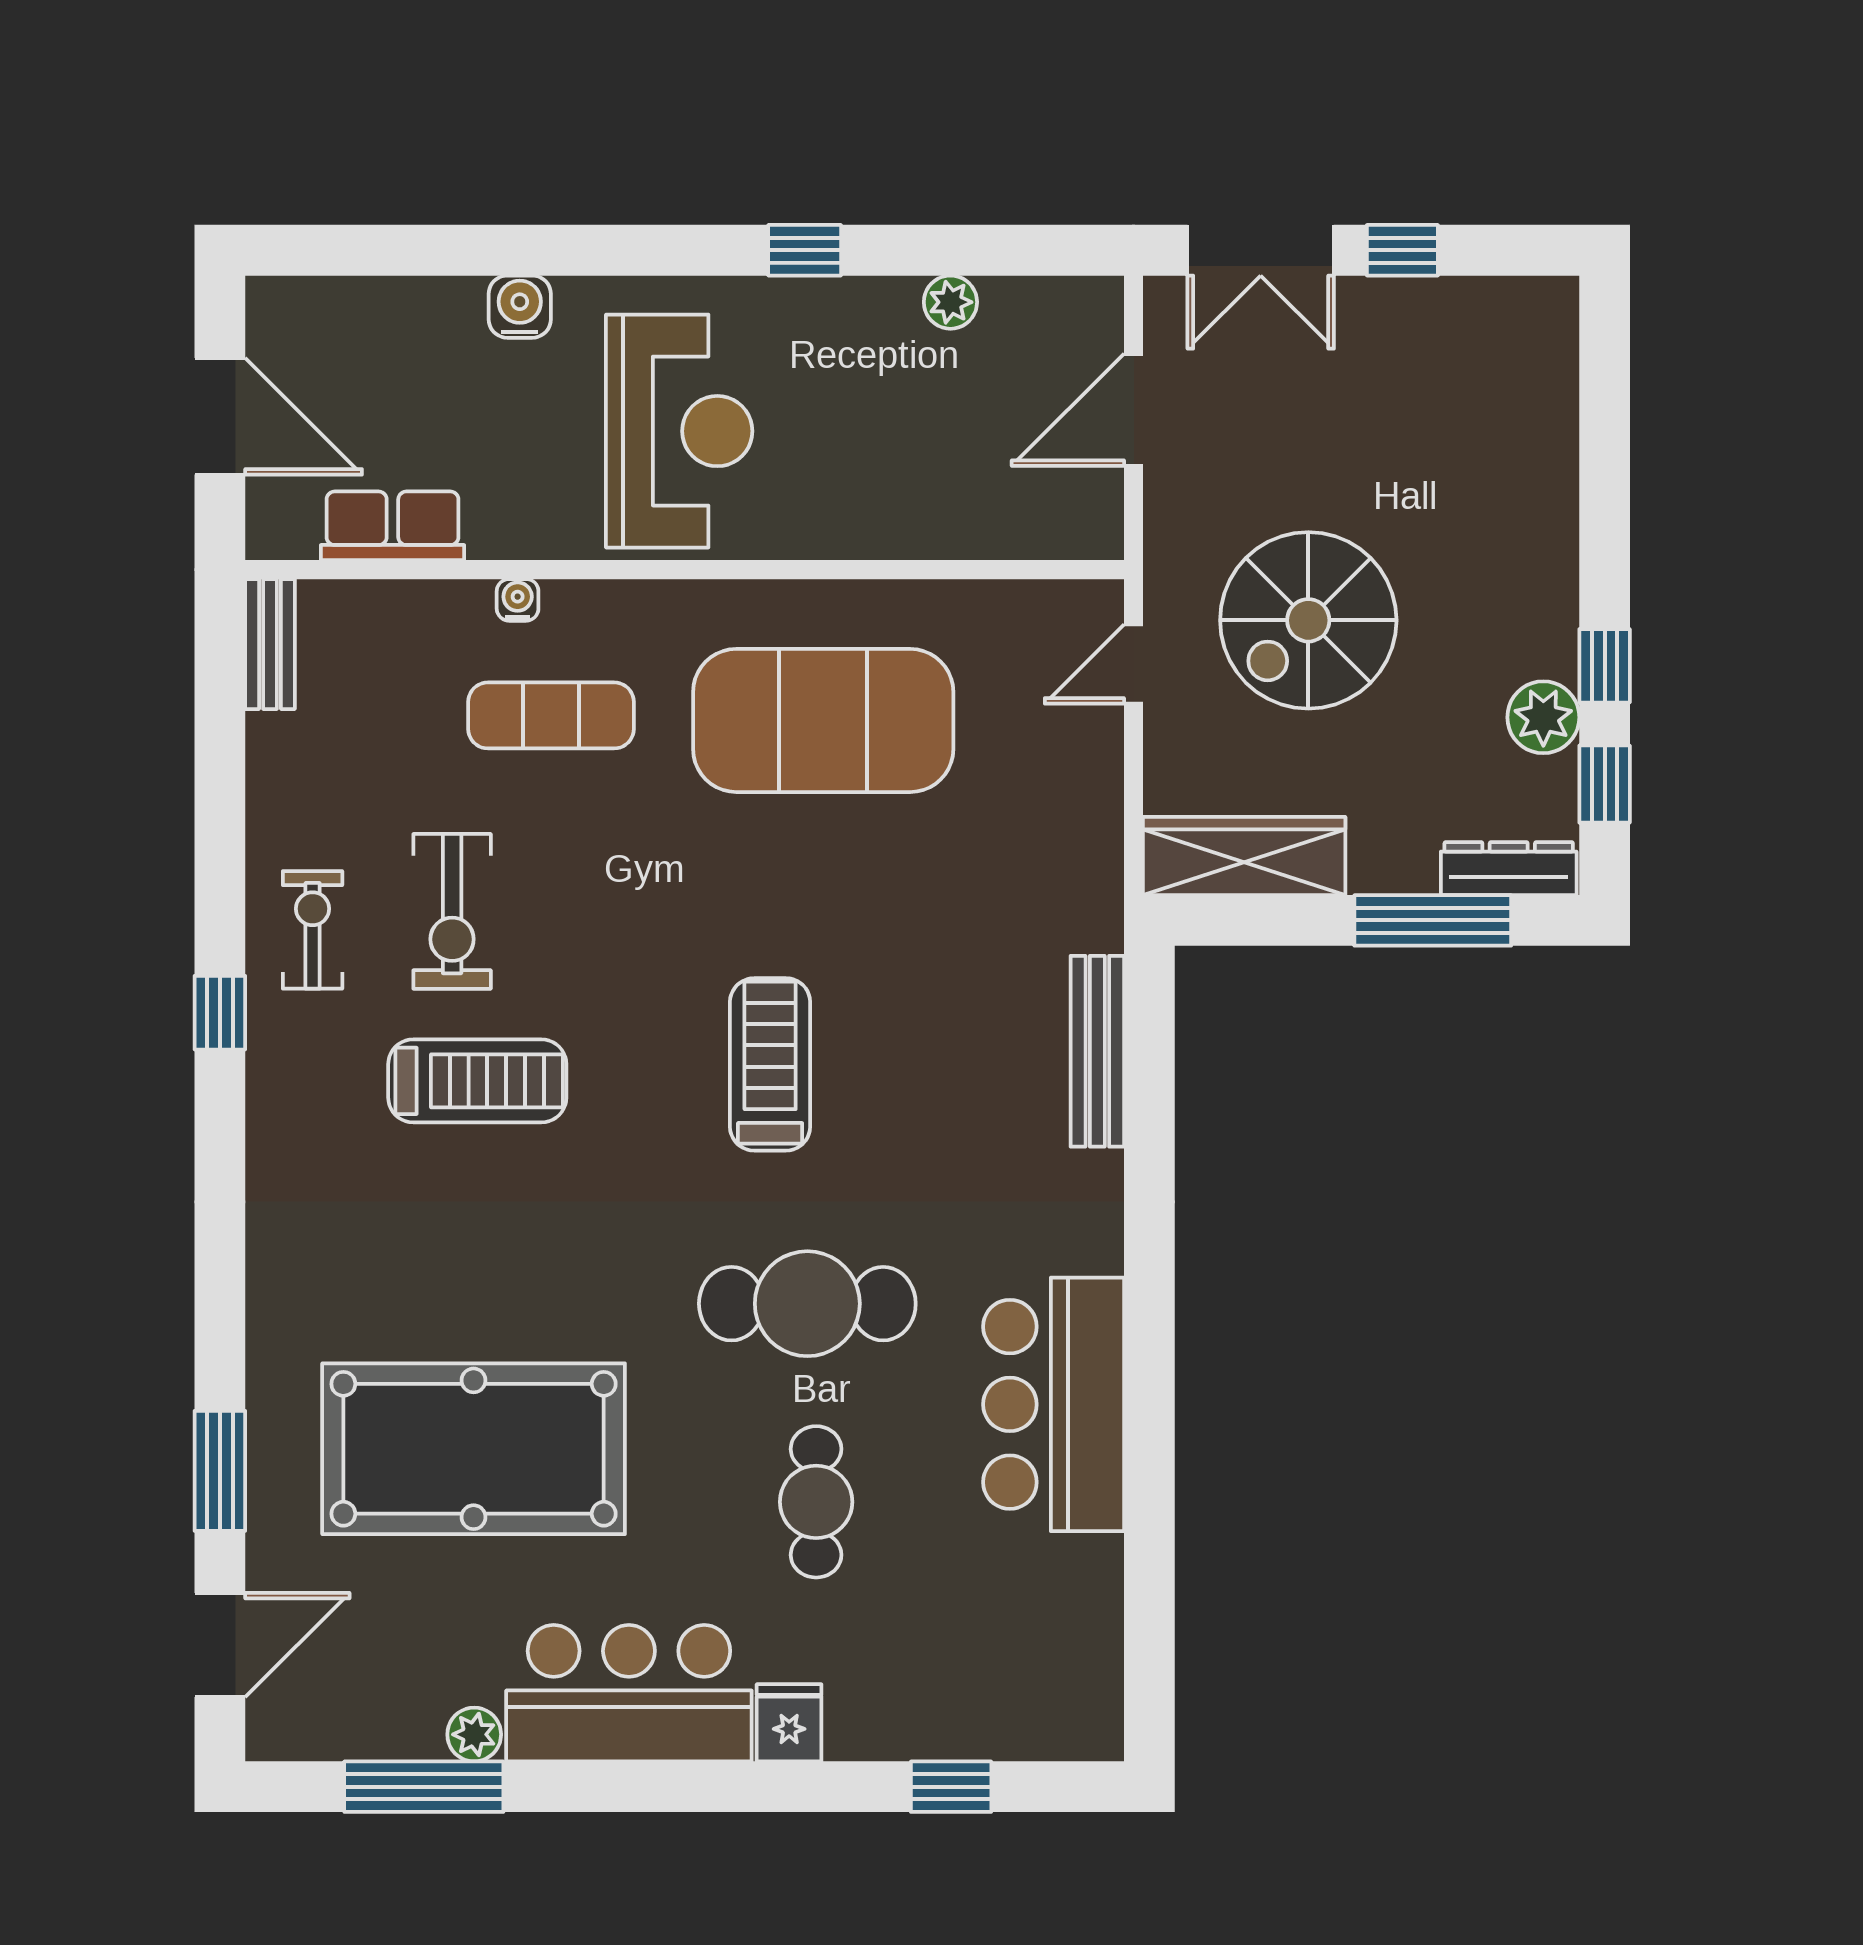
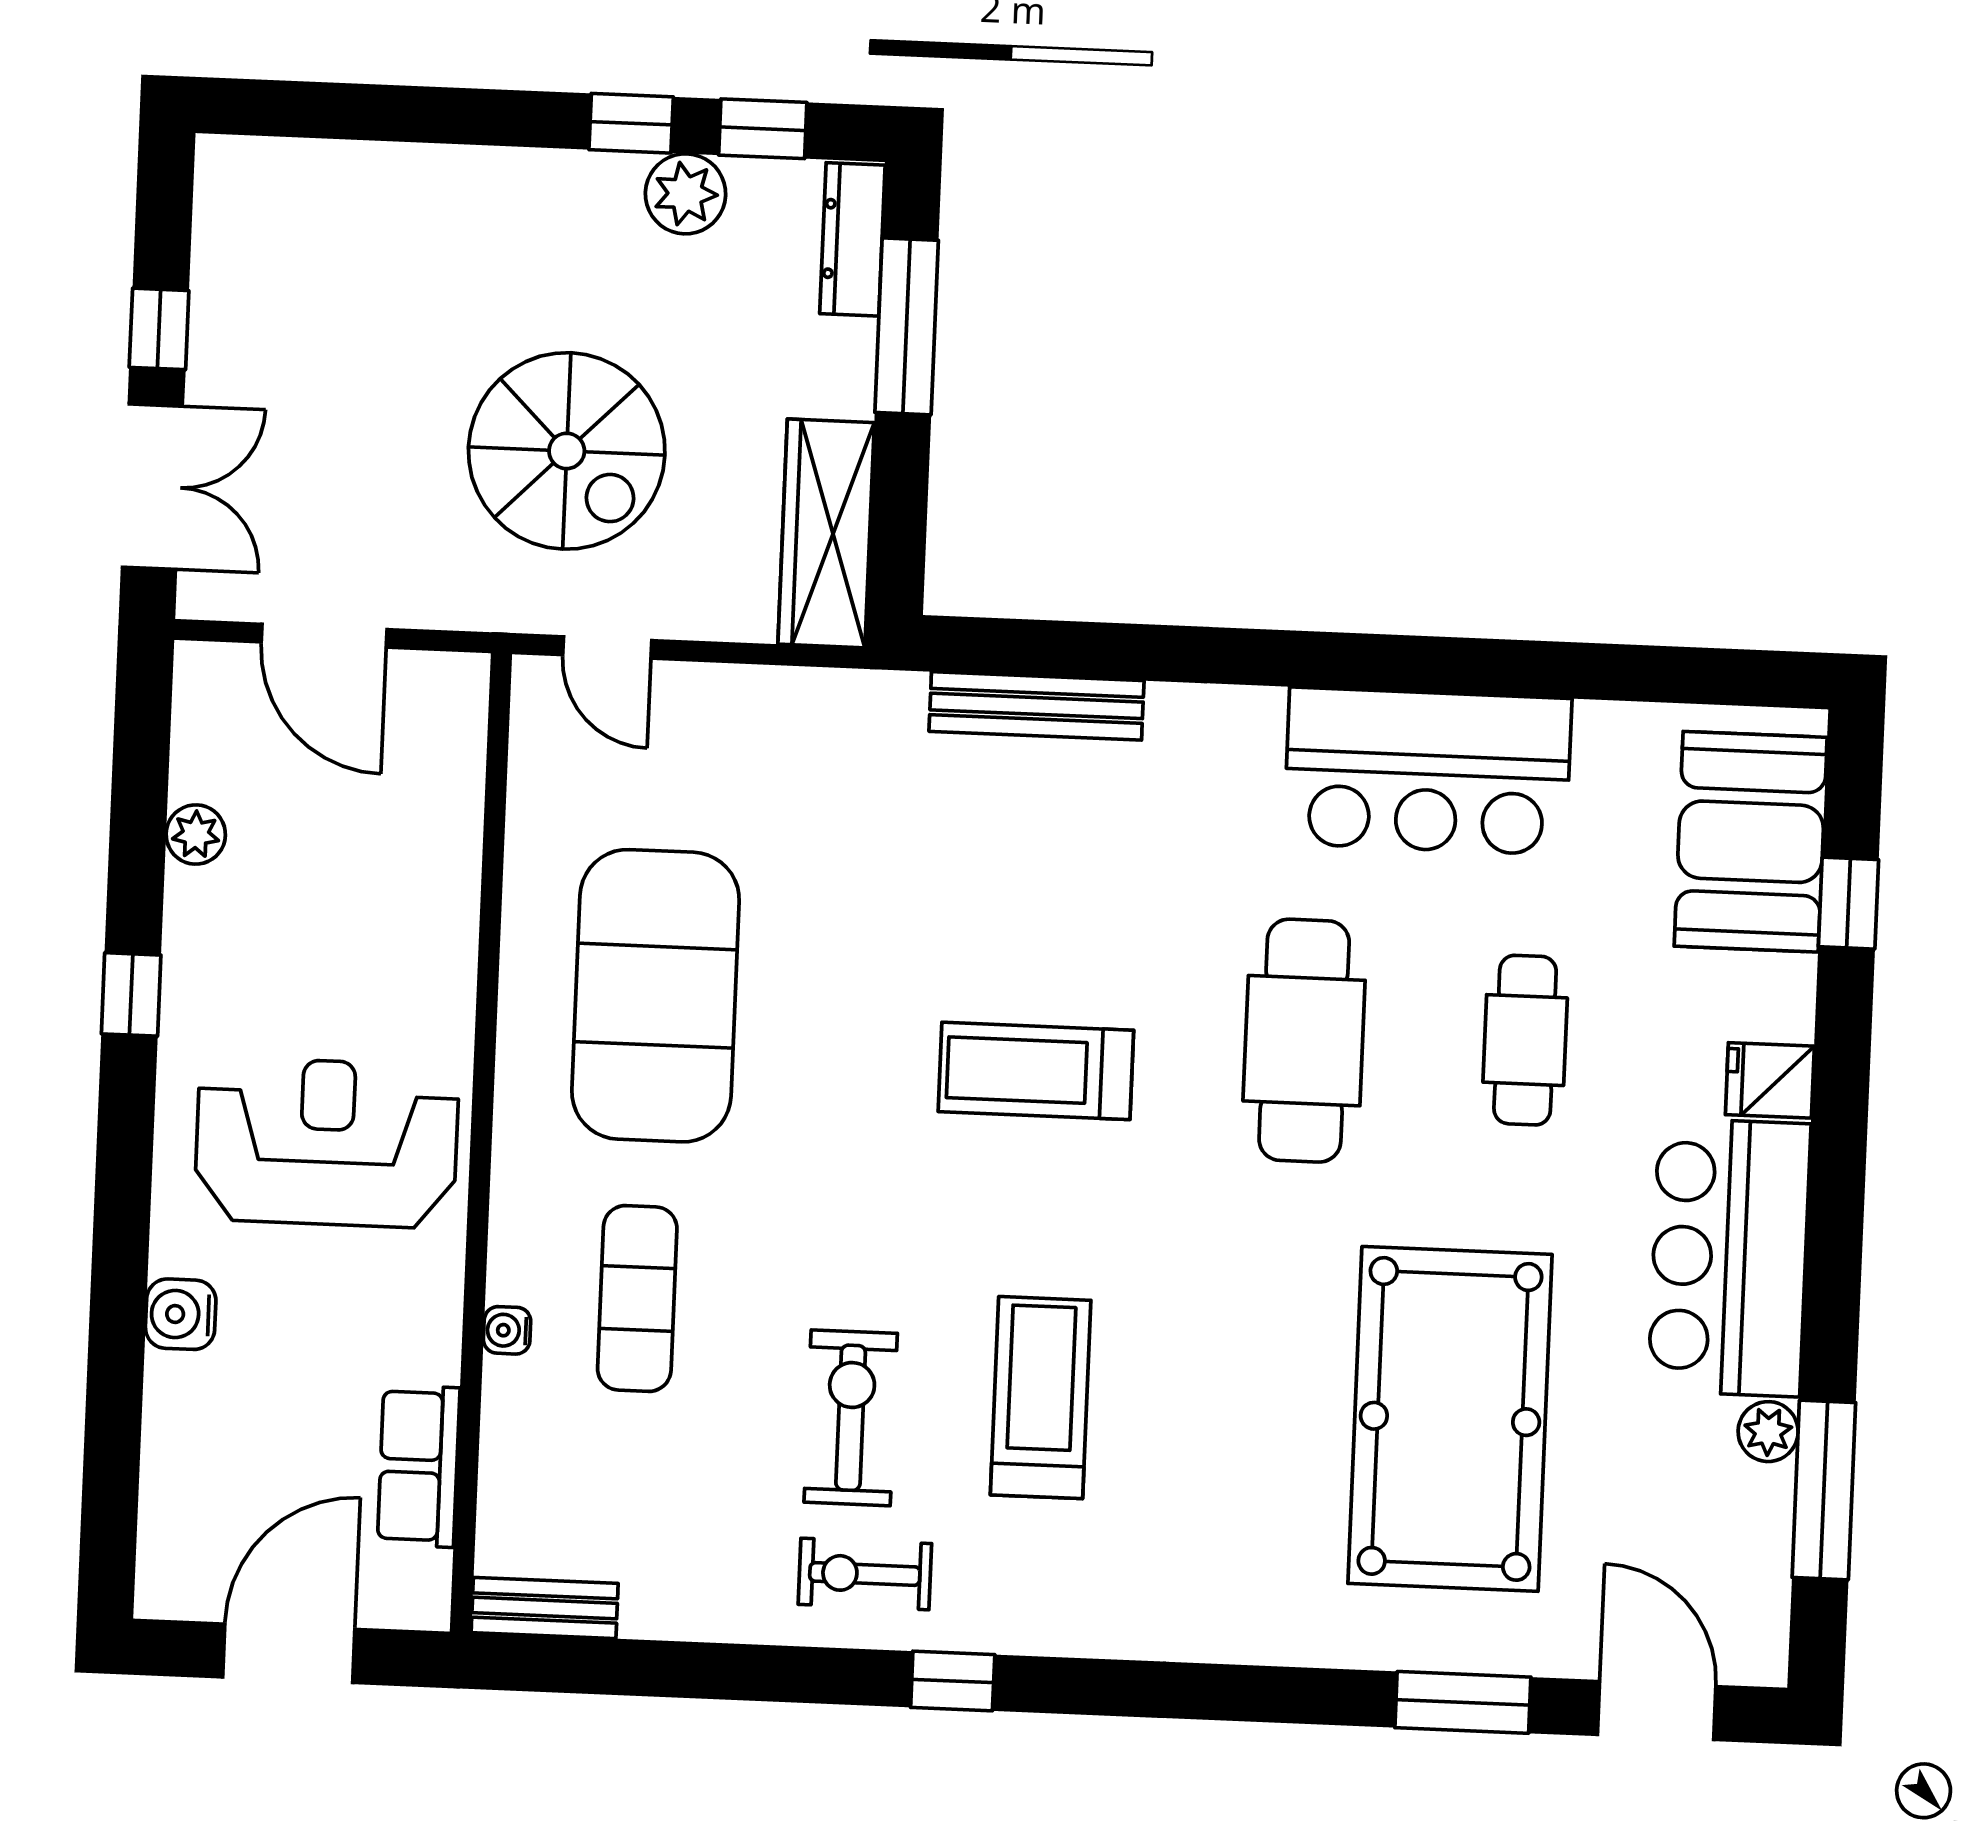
exercise bike: (452, 911) -> (851, 1418), turned -90
cafe table: (816, 1502) -> (1525, 1040), turned 90
booth: (1002, 1697) -> (1751, 842), added

